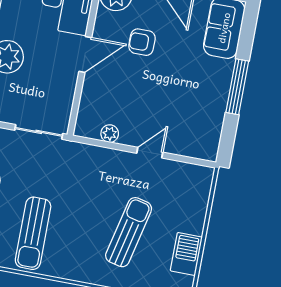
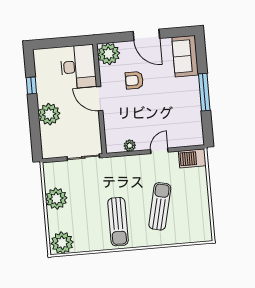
door: (85, 55) -> (100, 99), swing flipped
sun lounger: (33, 233) -> (118, 222), moved
barbecue: (186, 254) -> (192, 158), moved, turned -90

